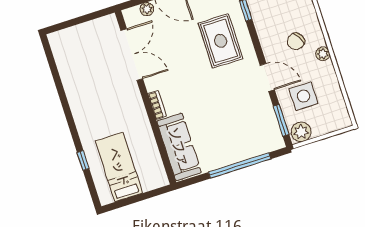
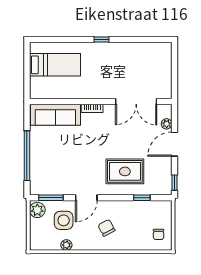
plant: (323, 54) -> (66, 245), moved
window: (83, 160) -> (102, 40), moved

